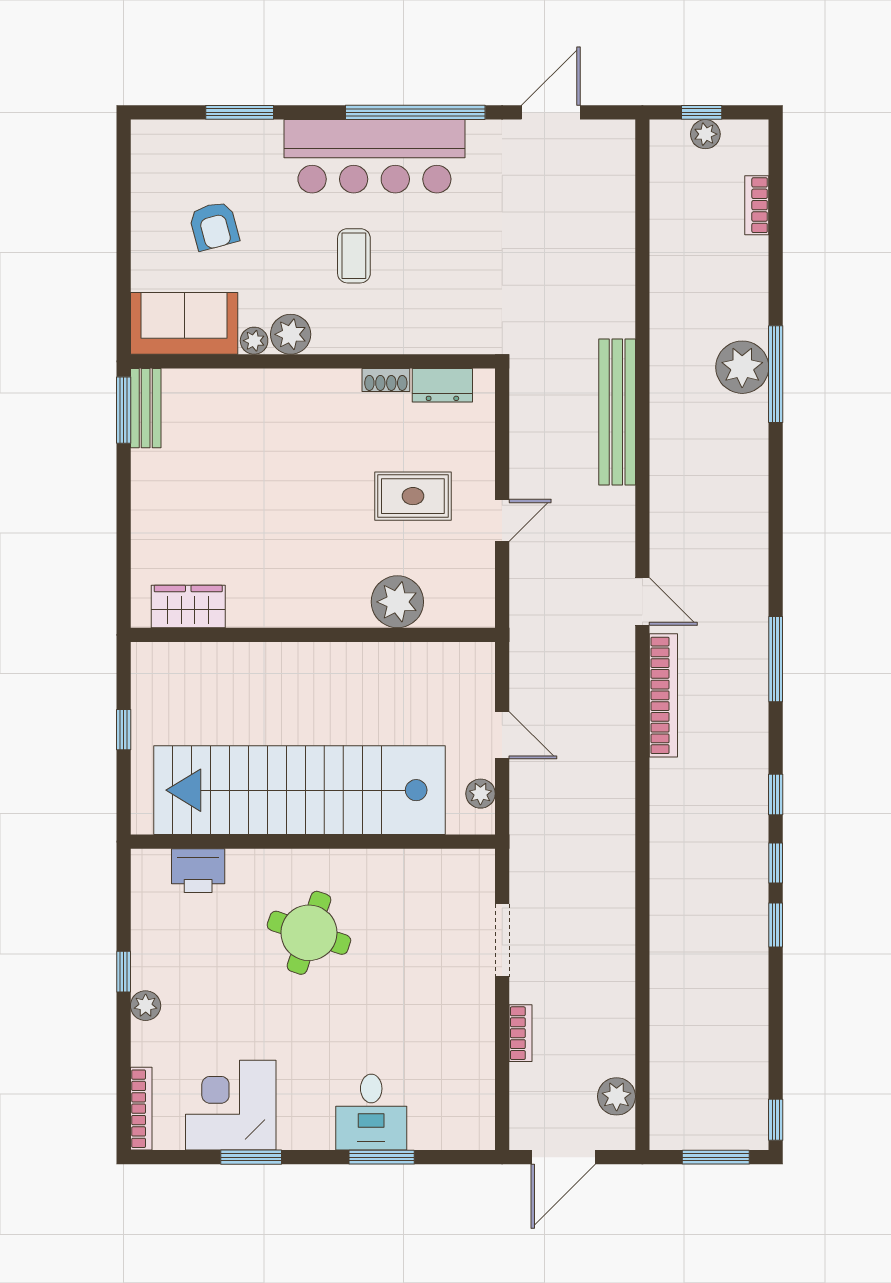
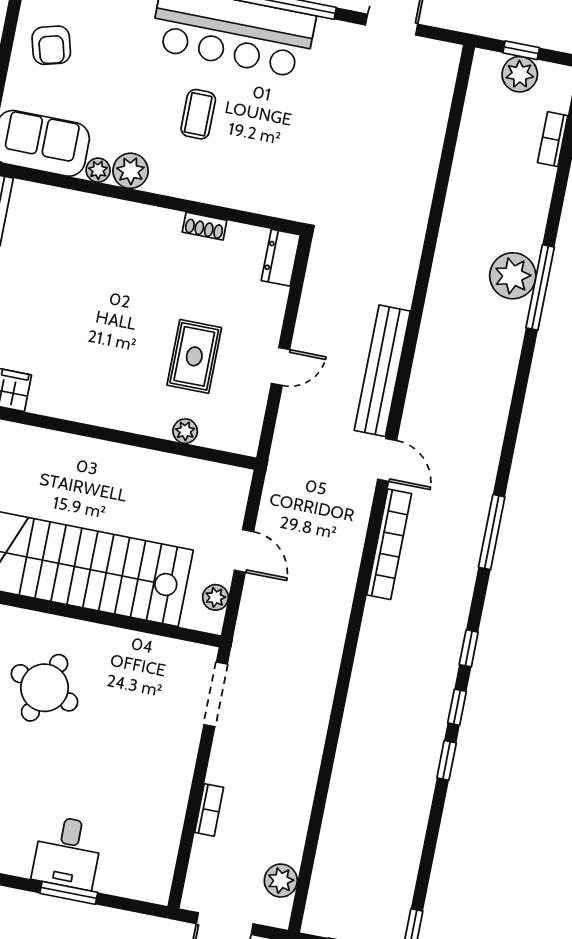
plant: (705, 134) -> (520, 74), width x1.38, depth x1.38
armchair: (214, 226) -> (51, 45), moved
dresser: (442, 385) -> (281, 258), moved, turned 90
bench: (617, 412) -> (382, 371), moved
rug: (413, 496) -> (194, 356), moved, turned 90
plant: (397, 602) -> (185, 431), width x0.53, depth x0.53
doorway: (502, 940) -> (216, 694), moved

